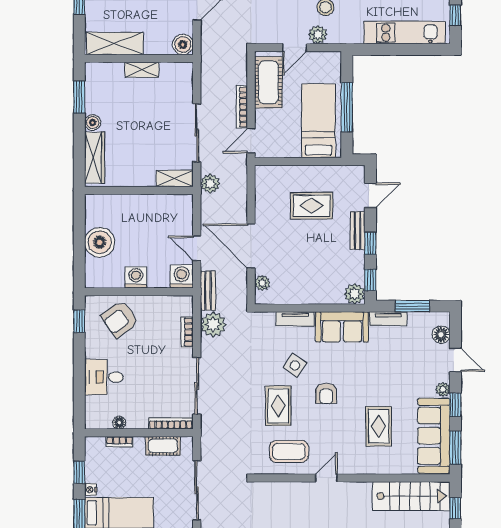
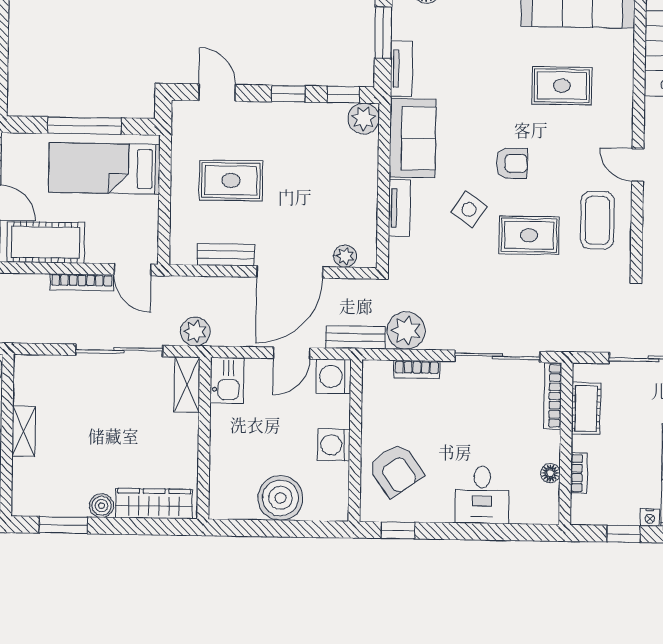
kitchen sink: (178, 205) -> (227, 380), added
rug: (312, 206) -> (231, 180), turned 90
bench: (358, 231) -> (226, 255), moved

